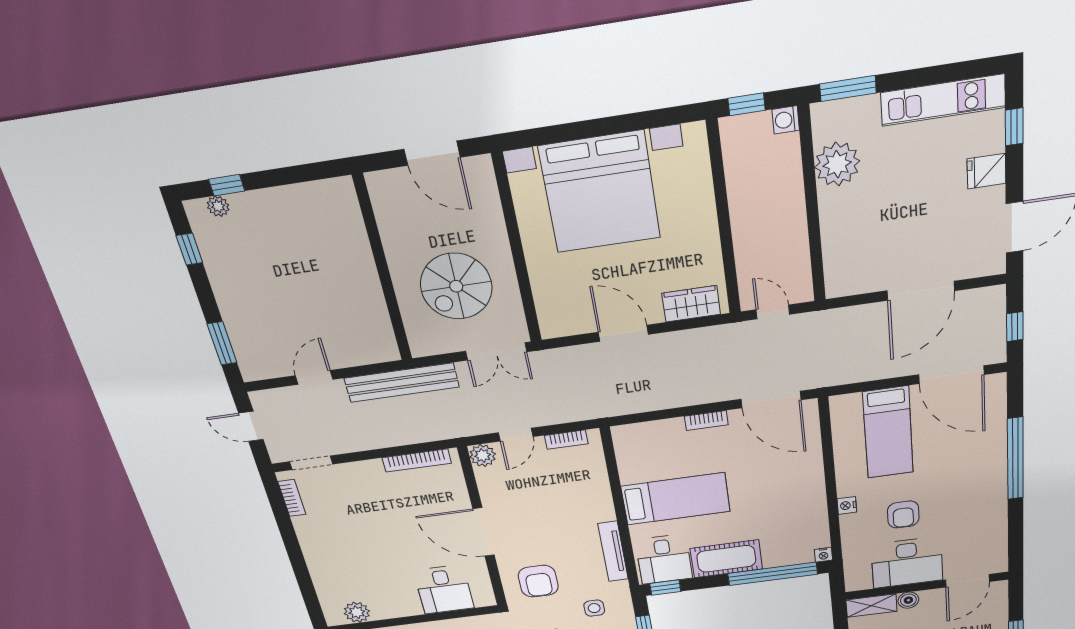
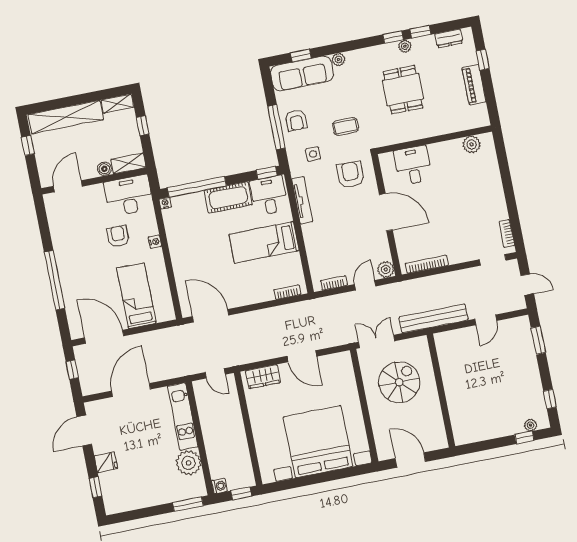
kitchen unit: (943, 100) -> (183, 417), moved, turned -90
bookcase: (706, 420) -> (287, 292), moved
desk: (907, 562) -> (129, 195), moved

